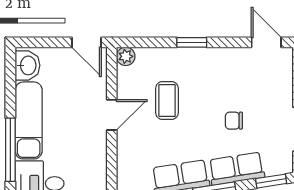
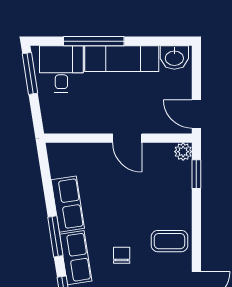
door: (87, 42) -> (196, 114), hinge flipped
window: (192, 42) -> (196, 174), moved
coffee table: (167, 101) -> (169, 241), moved

